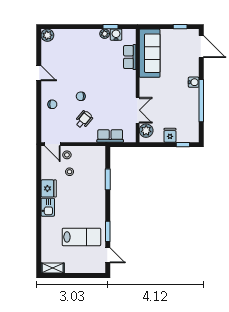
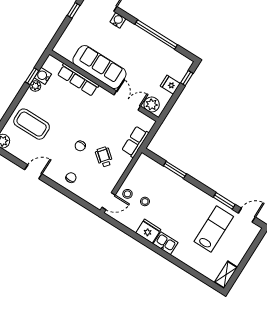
coffee table: (74, 49) -> (32, 124), added
sofa: (150, 53) -> (99, 67), moved
row of seats: (130, 57) -> (78, 80), width x1.48
water cooler: (194, 82) -> (118, 20), moved

